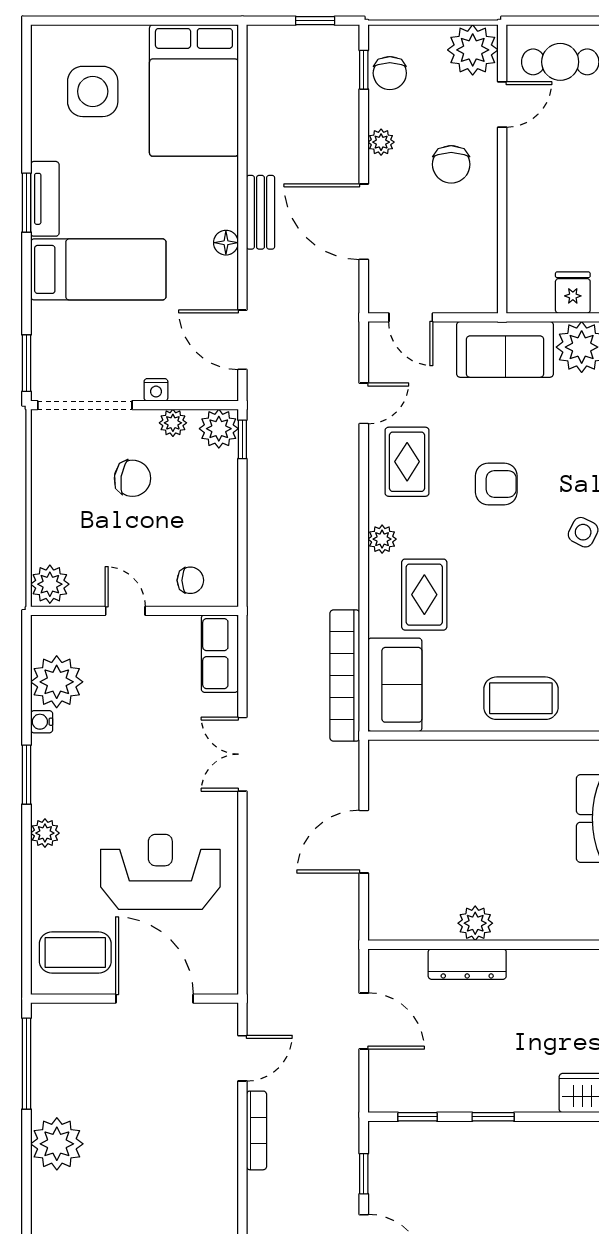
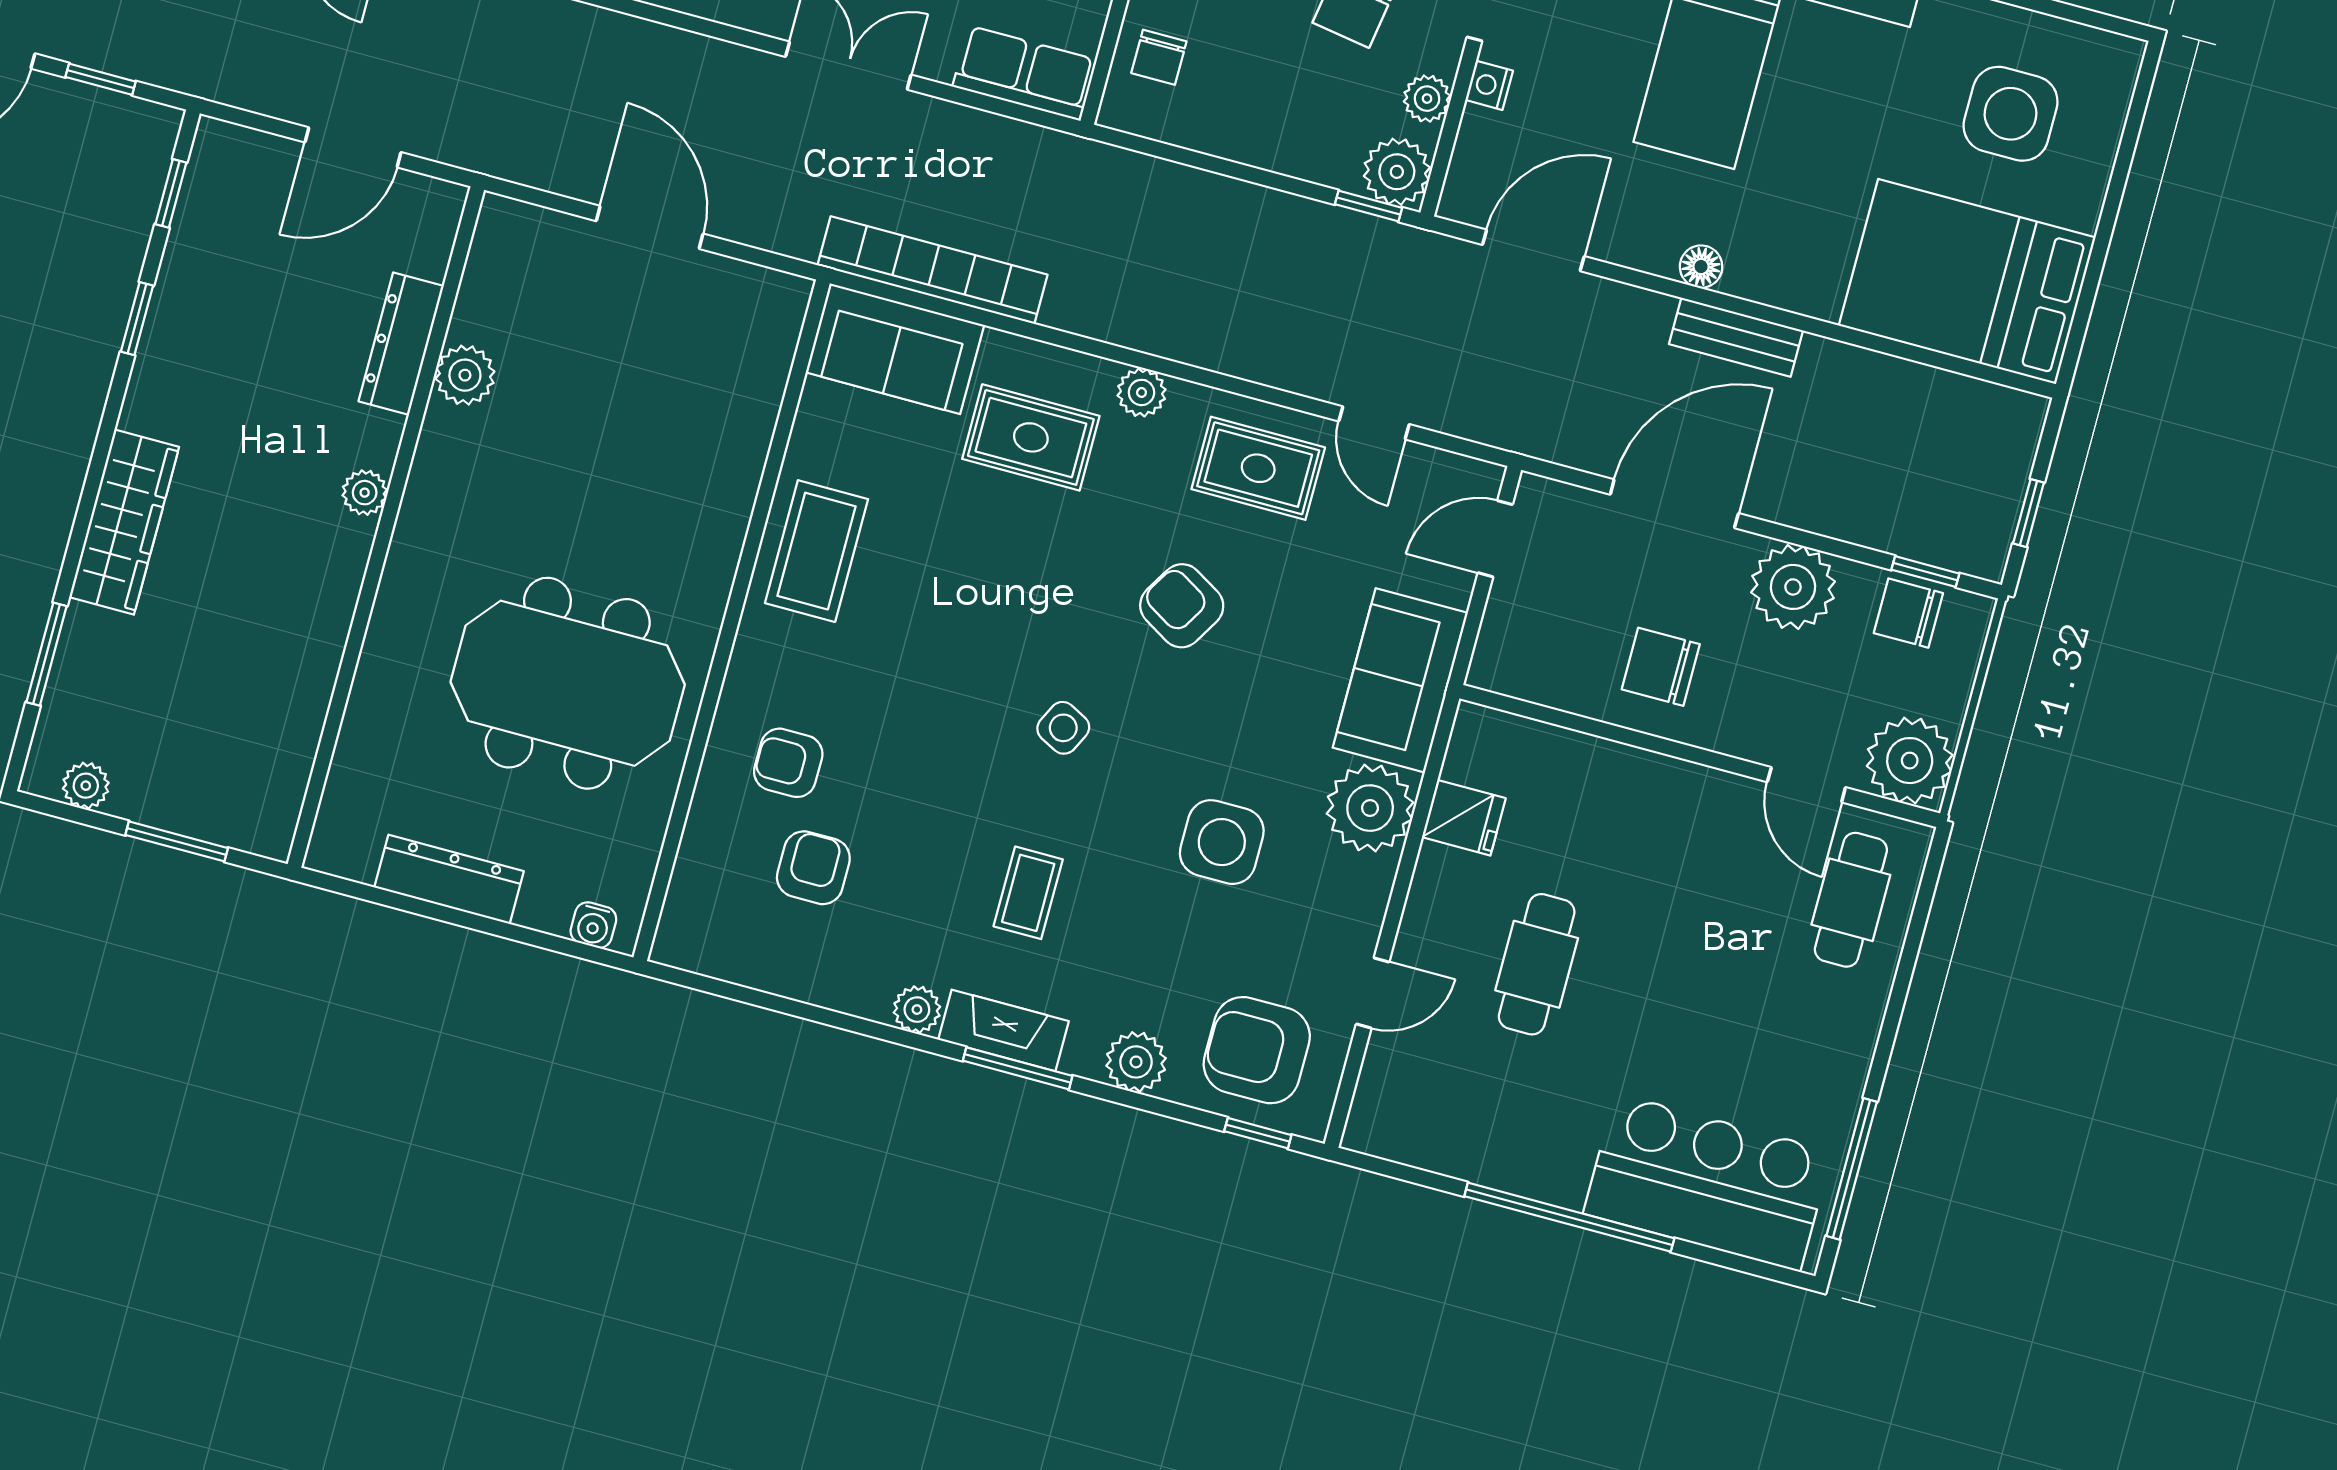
plant: (381, 142) -> (1793, 587), width x1.88, depth x1.88
chair: (451, 164) -> (1661, 667), moved
armchair: (496, 484) -> (1182, 606), turned 121
plant: (557, 962) -> (365, 493), added

